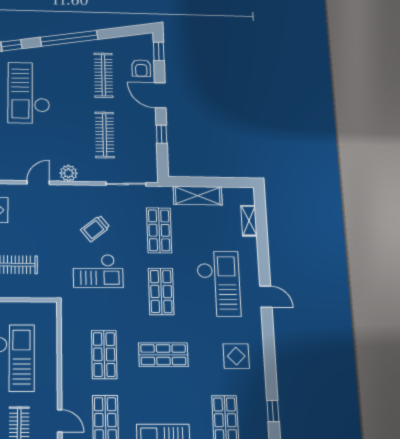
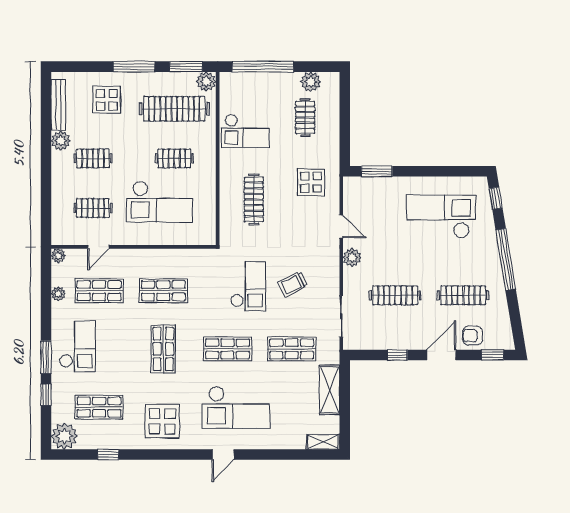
shelving: (249, 221) -> (323, 442), moved
trolley: (95, 229) -> (293, 284), turned -77
checkout: (98, 271) -> (248, 286), turned 180
display table: (236, 356) -> (162, 421), width x1.36, depth x1.36

